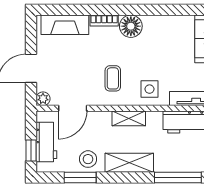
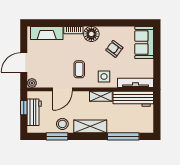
armchair: (165, 48) -> (114, 49), added
door: (73, 108) -> (63, 89), moved
shelving: (129, 118) -> (101, 96), moved
window: (31, 151) -> (24, 108), moved

